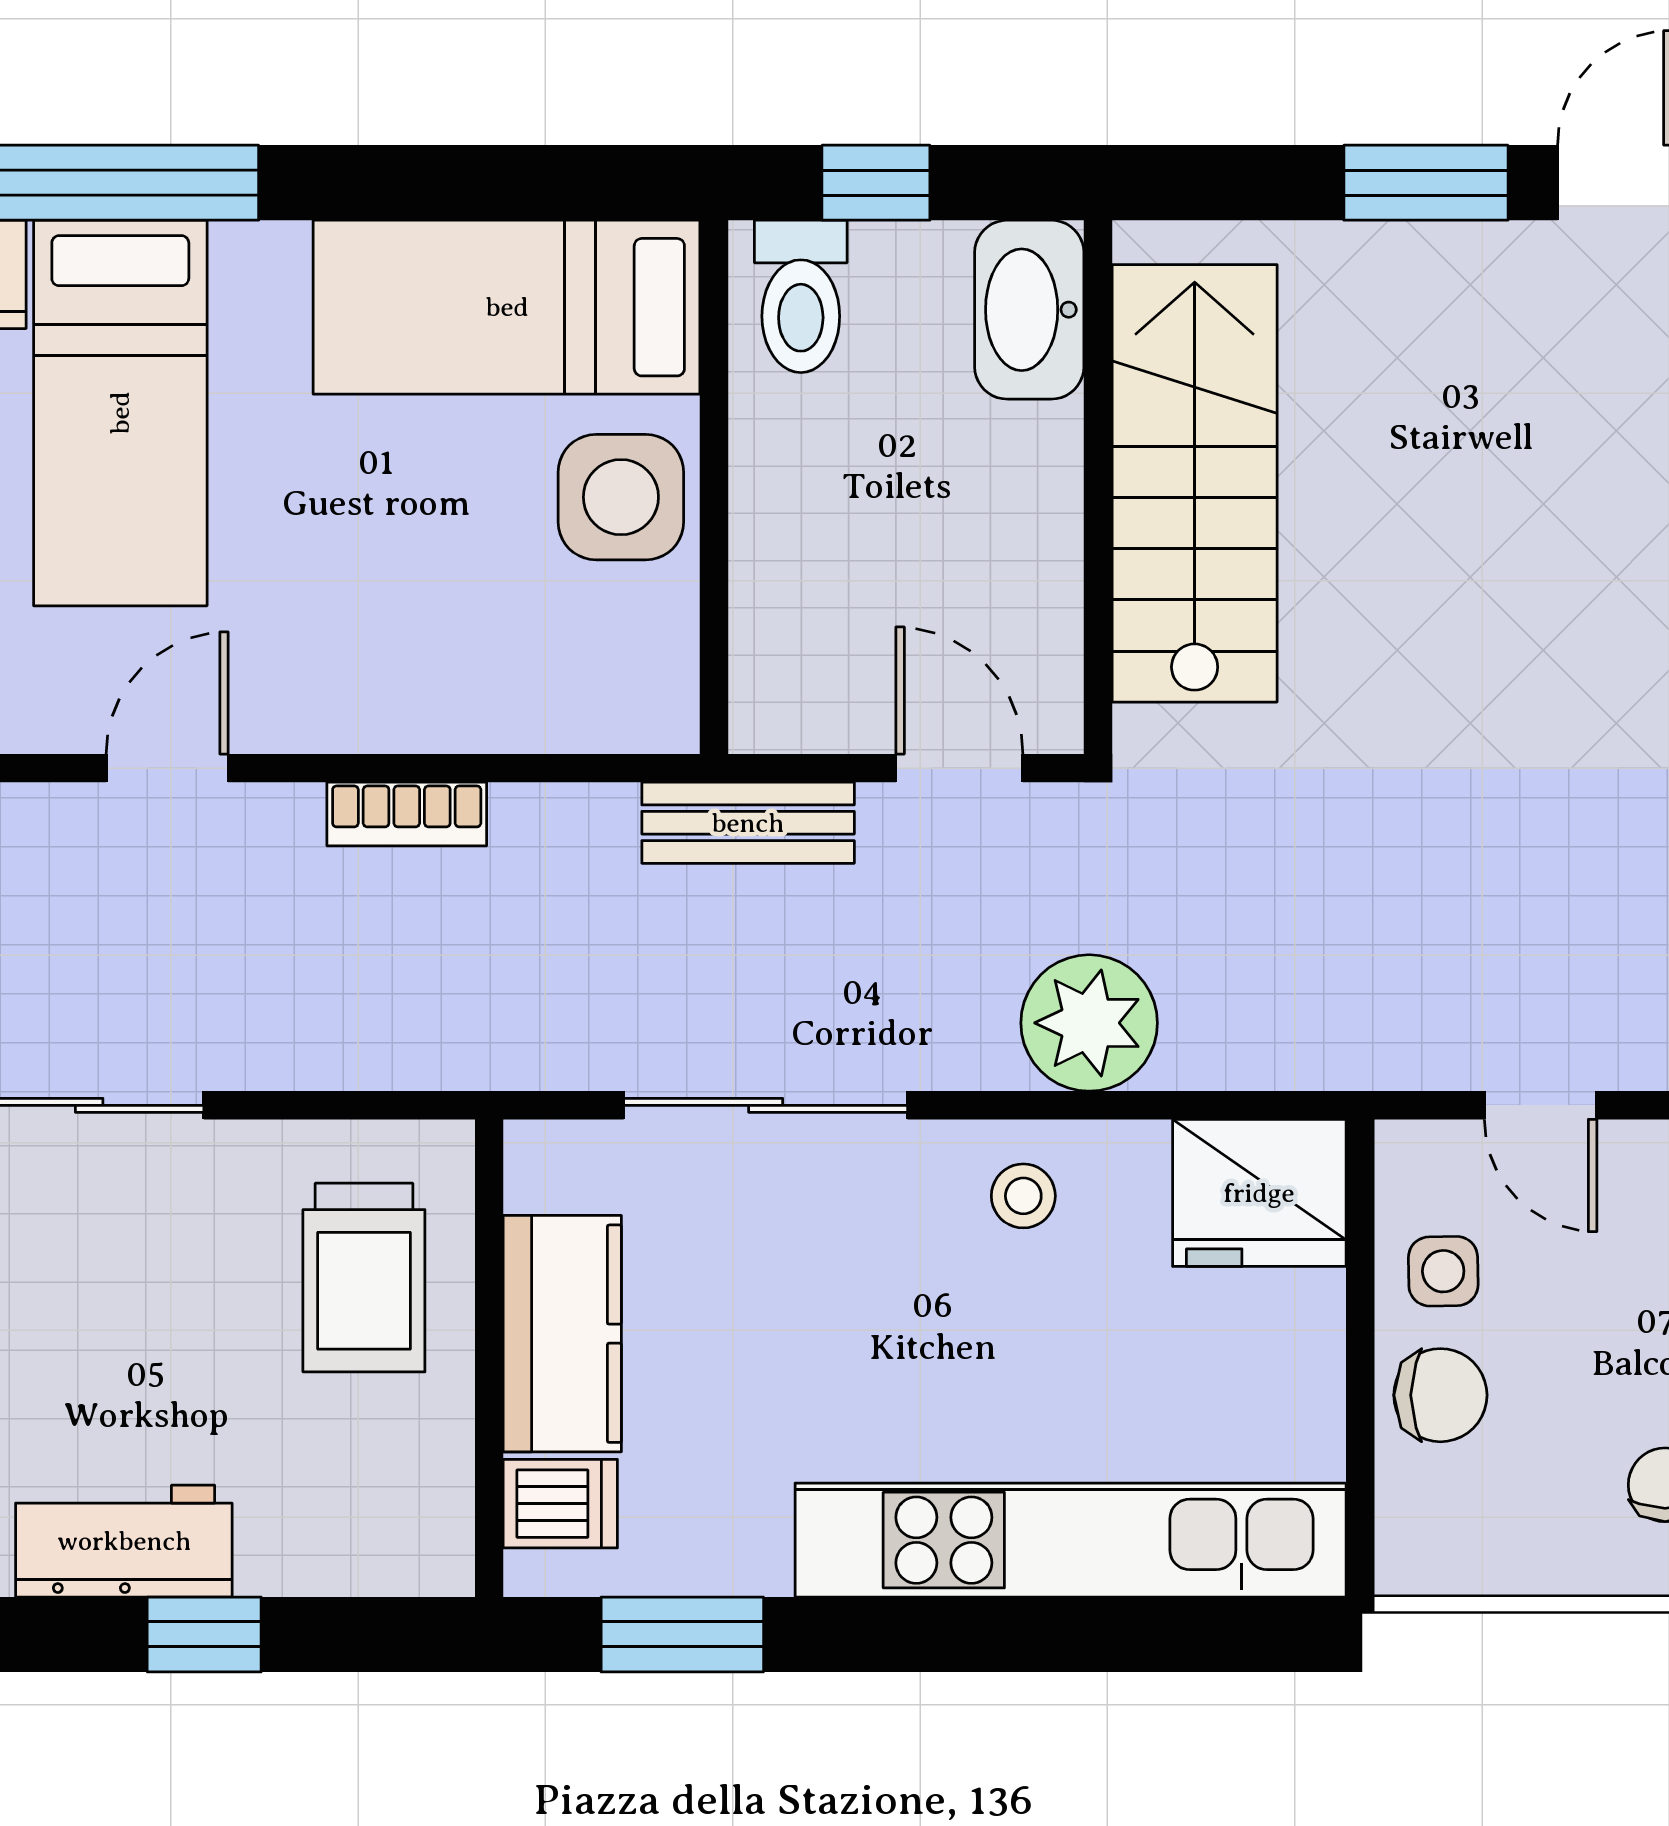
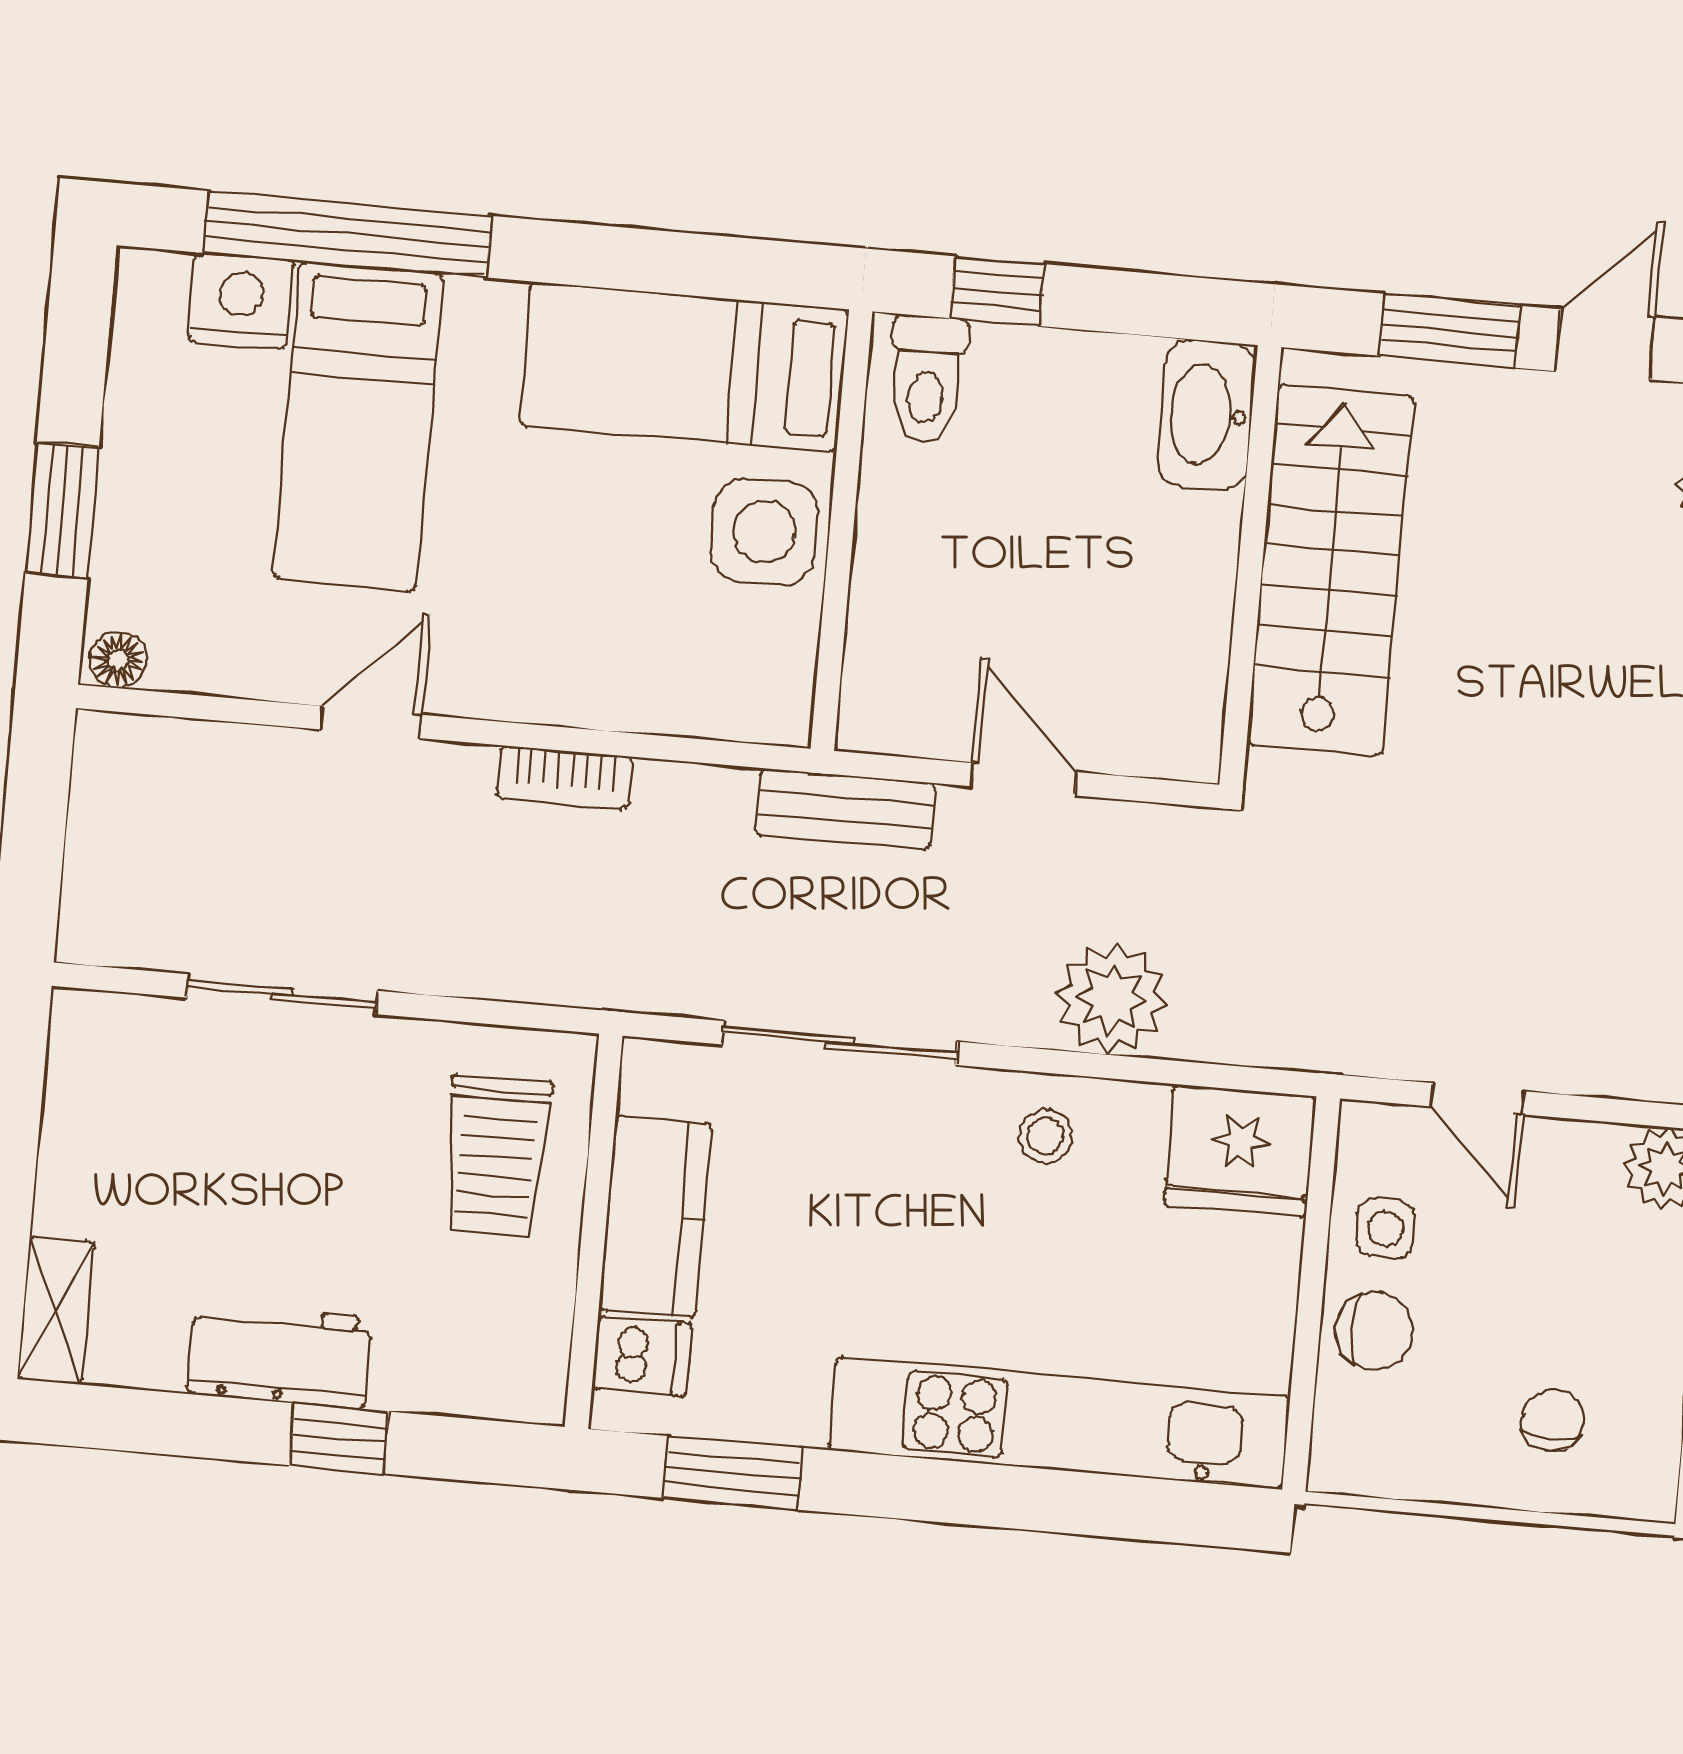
washbasin: (1029, 310) -> (1207, 415), moved
stairs: (1195, 483) -> (1330, 570), moved
wall: (1098, 487) -> (1250, 566), moved

